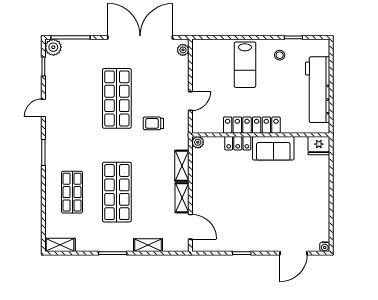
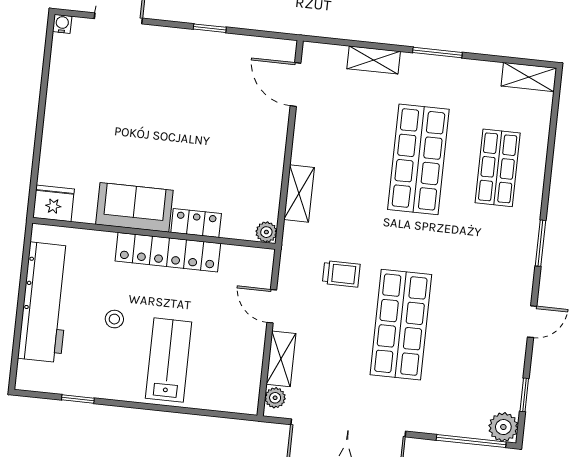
stool: (280, 55) -> (114, 319), moved
door: (190, 101) -> (272, 306), hinge flipped
shelving: (182, 198) -> (281, 359), moved

